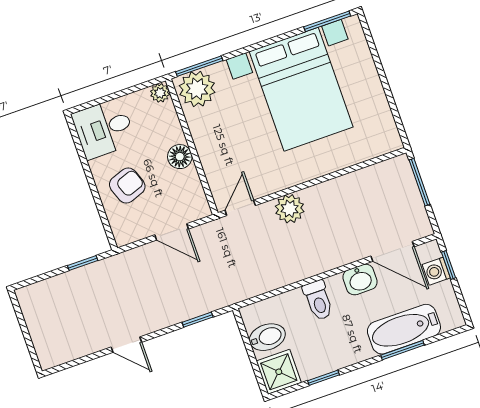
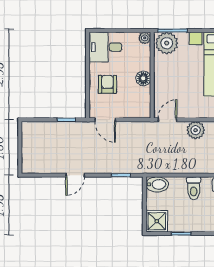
armchair: (127, 185) -> (107, 84), turned -70
door: (172, 232) -> (105, 120), moved
bidet: (267, 337) -> (157, 184), moved
door: (126, 345) -> (75, 175), hinge flipped

